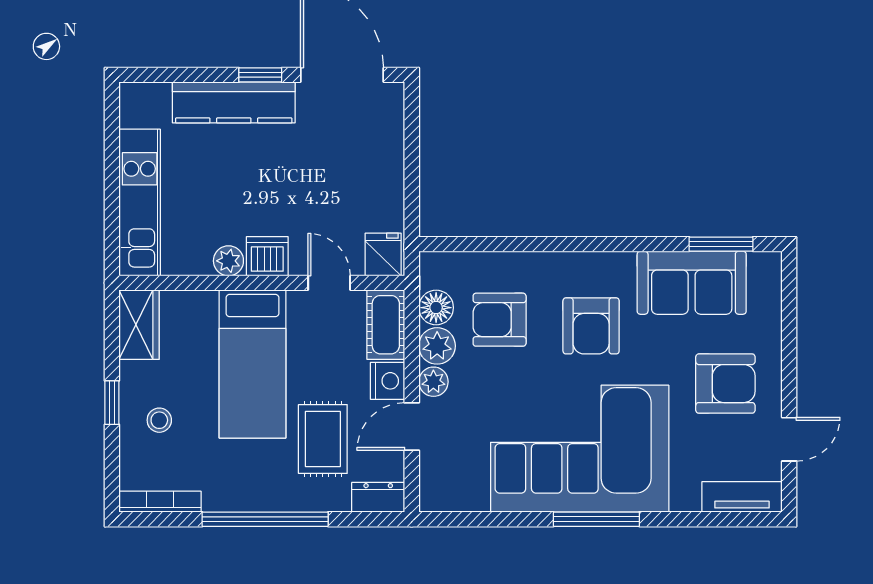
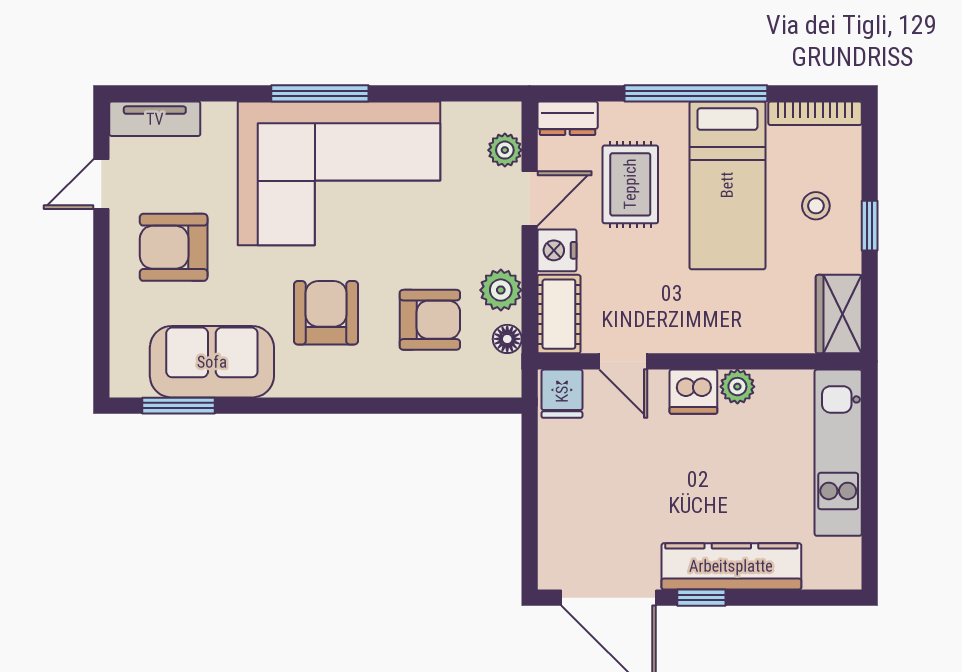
floor lamp: (436, 308) -> (507, 339), width x0.73, depth x0.73
bed: (252, 364) -> (727, 185), moved, turned 180
plant: (433, 382) -> (505, 150), moved

